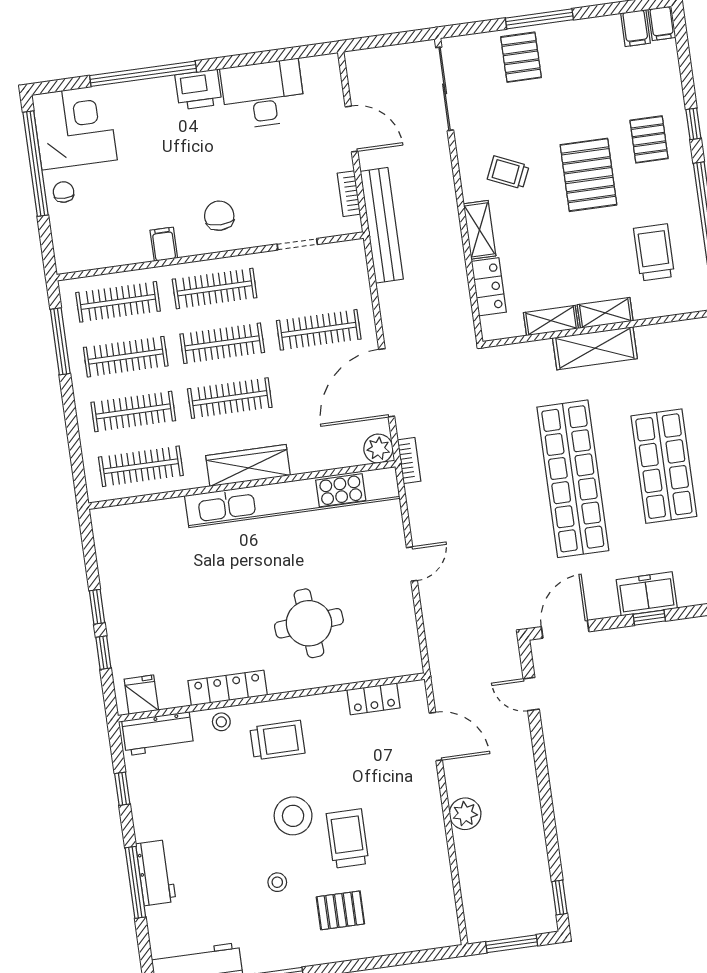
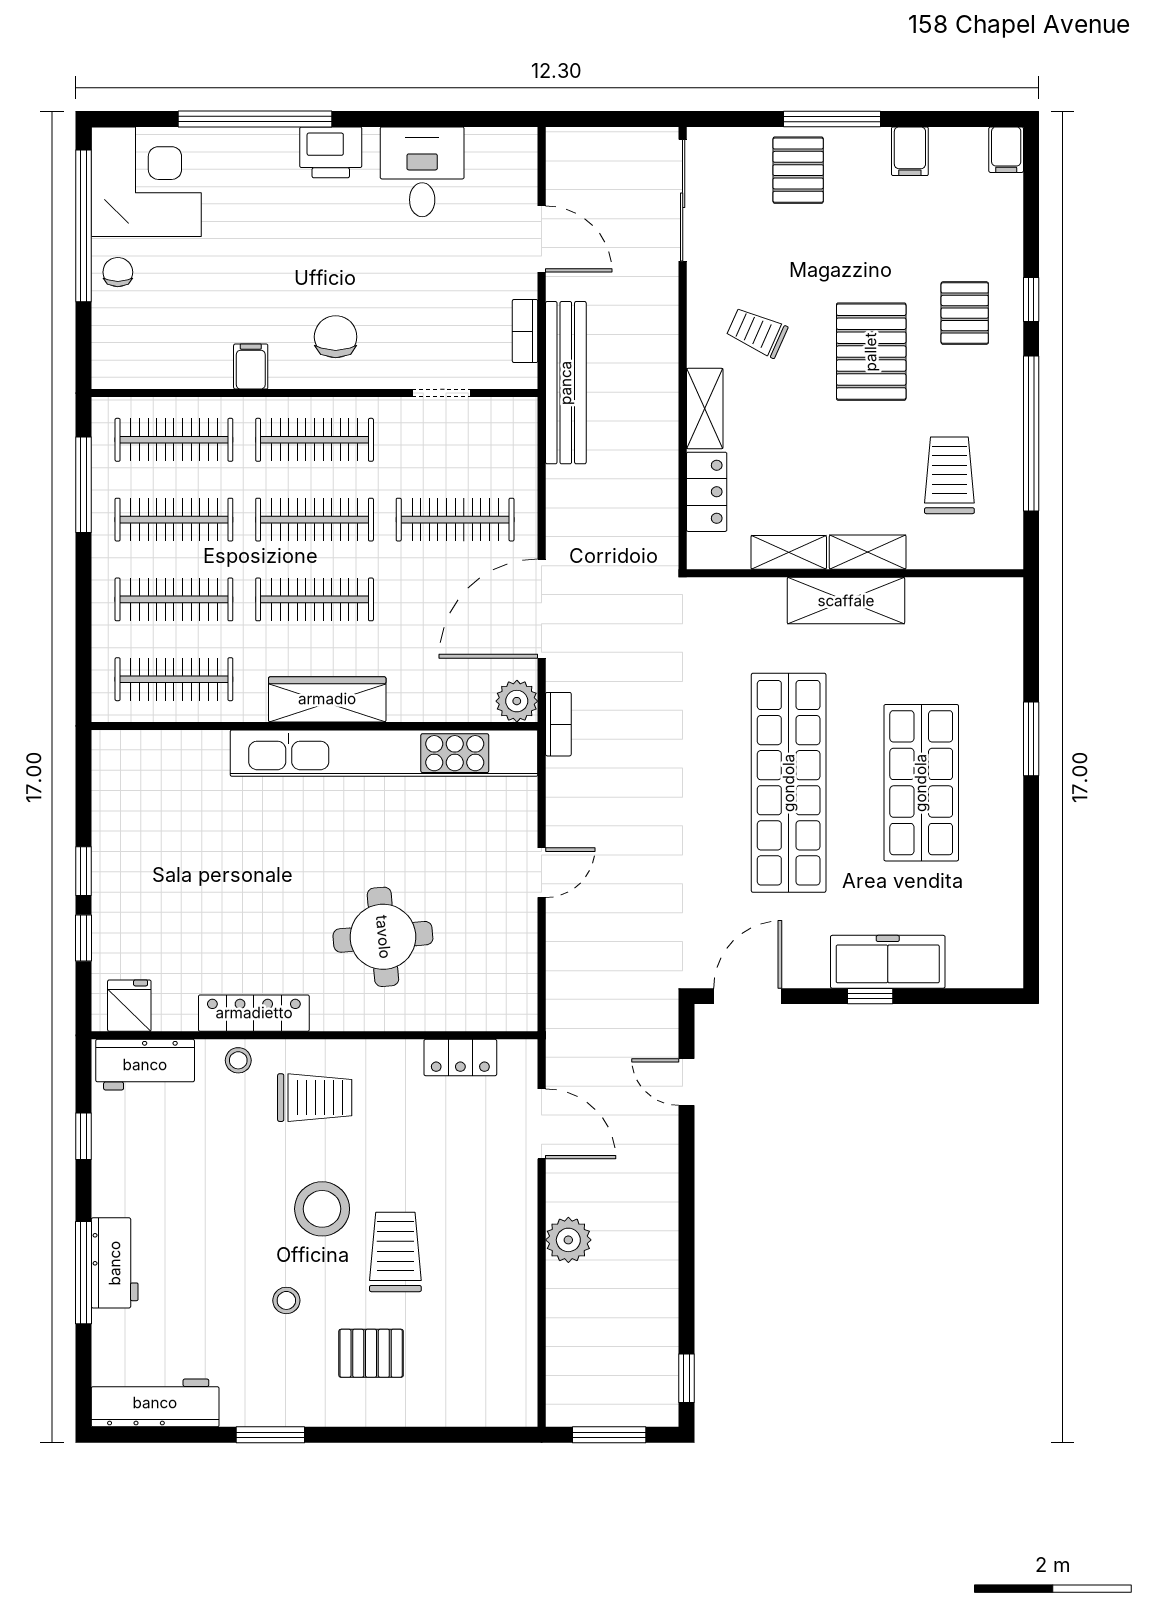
filing cabinet: (635, 28) -> (910, 151), moved
desk: (263, 94) -> (422, 172), width x0.73
freezer: (647, 594) -> (888, 962), width x1.40

